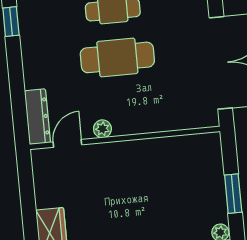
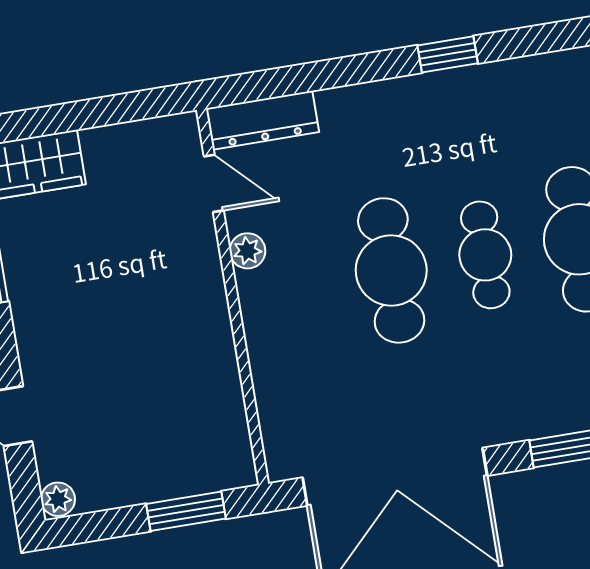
window: (233, 194) -> (186, 511), moved

